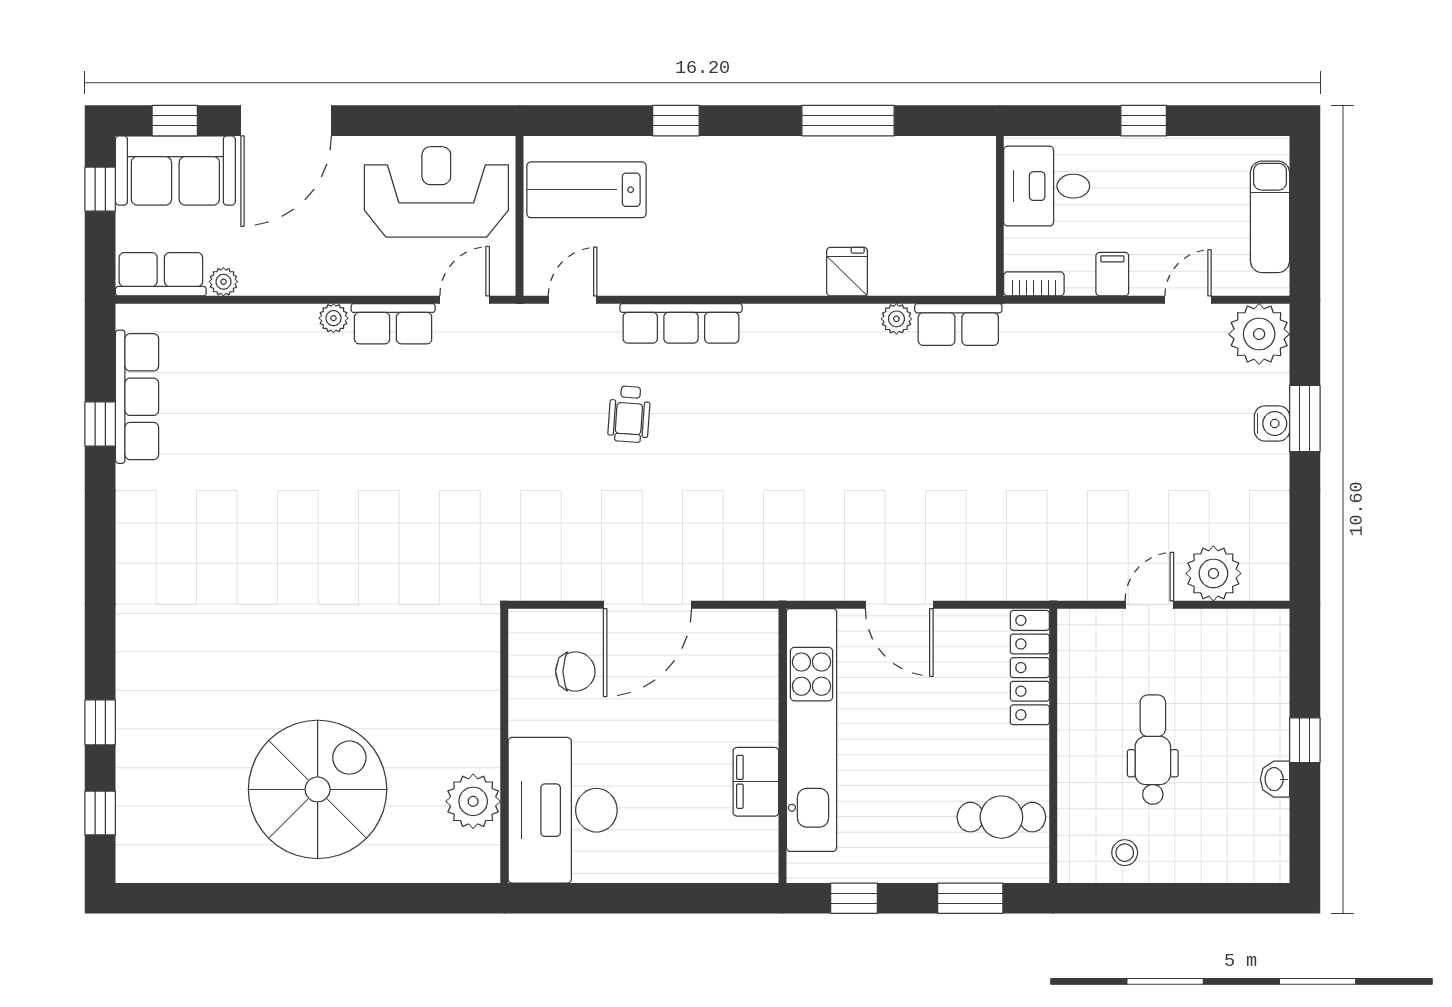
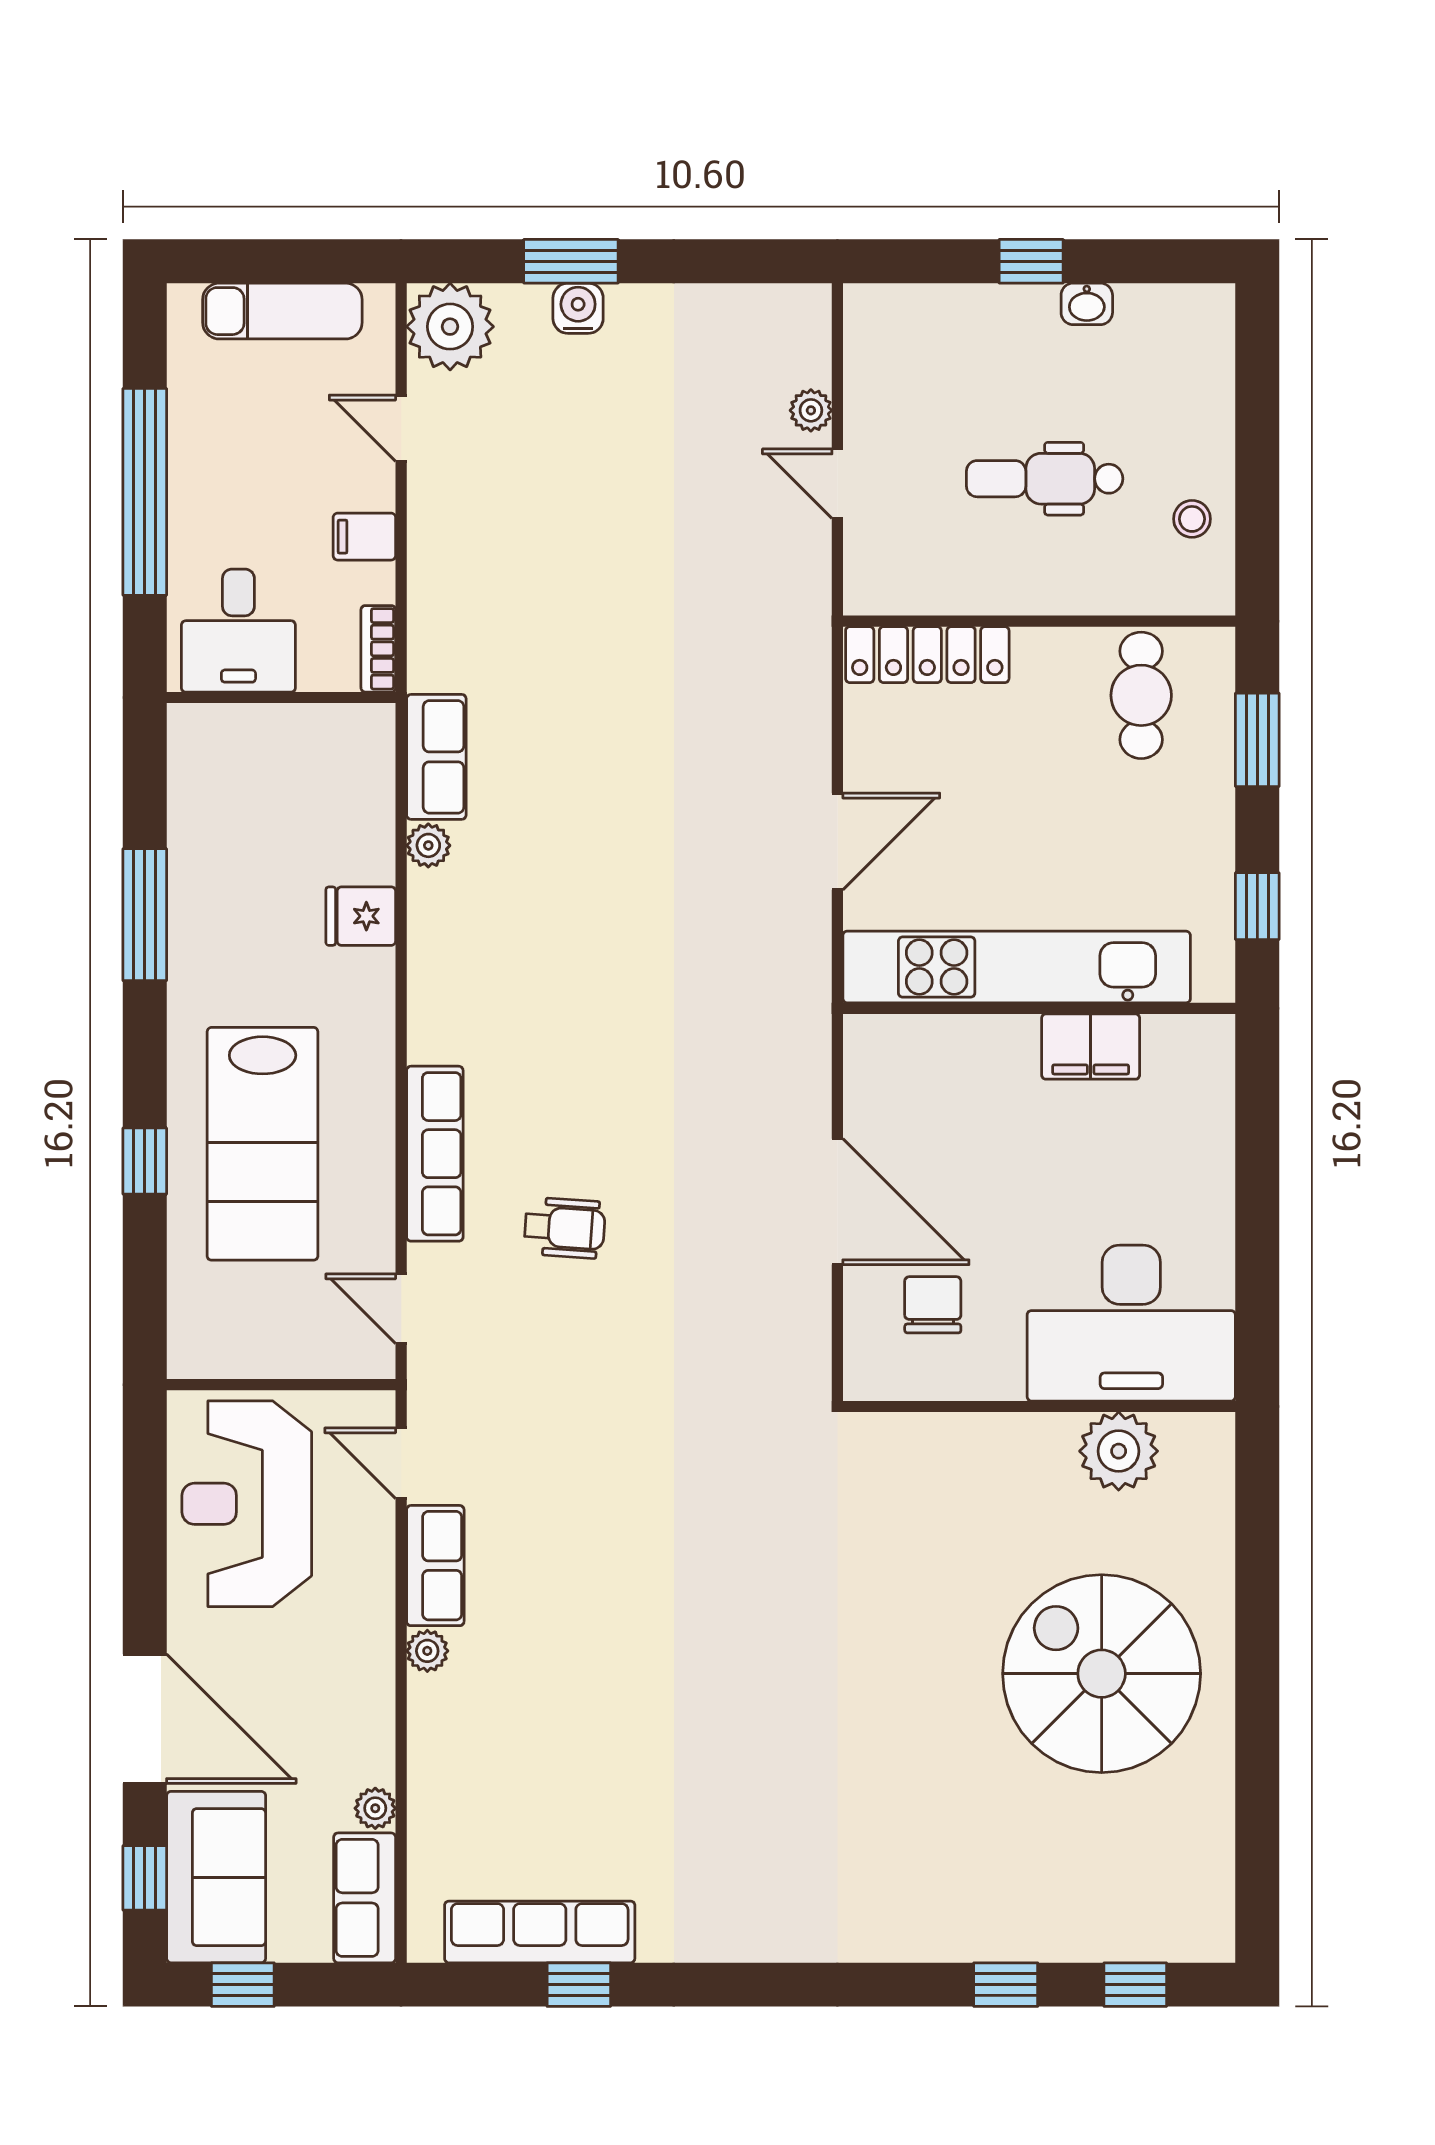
window: (1144, 121) -> (145, 492), width x3.17
lab bench: (586, 190) -> (263, 1144), moved, width x1.36, depth x1.39
plant: (1213, 573) -> (811, 410), width x0.53, depth x0.53

